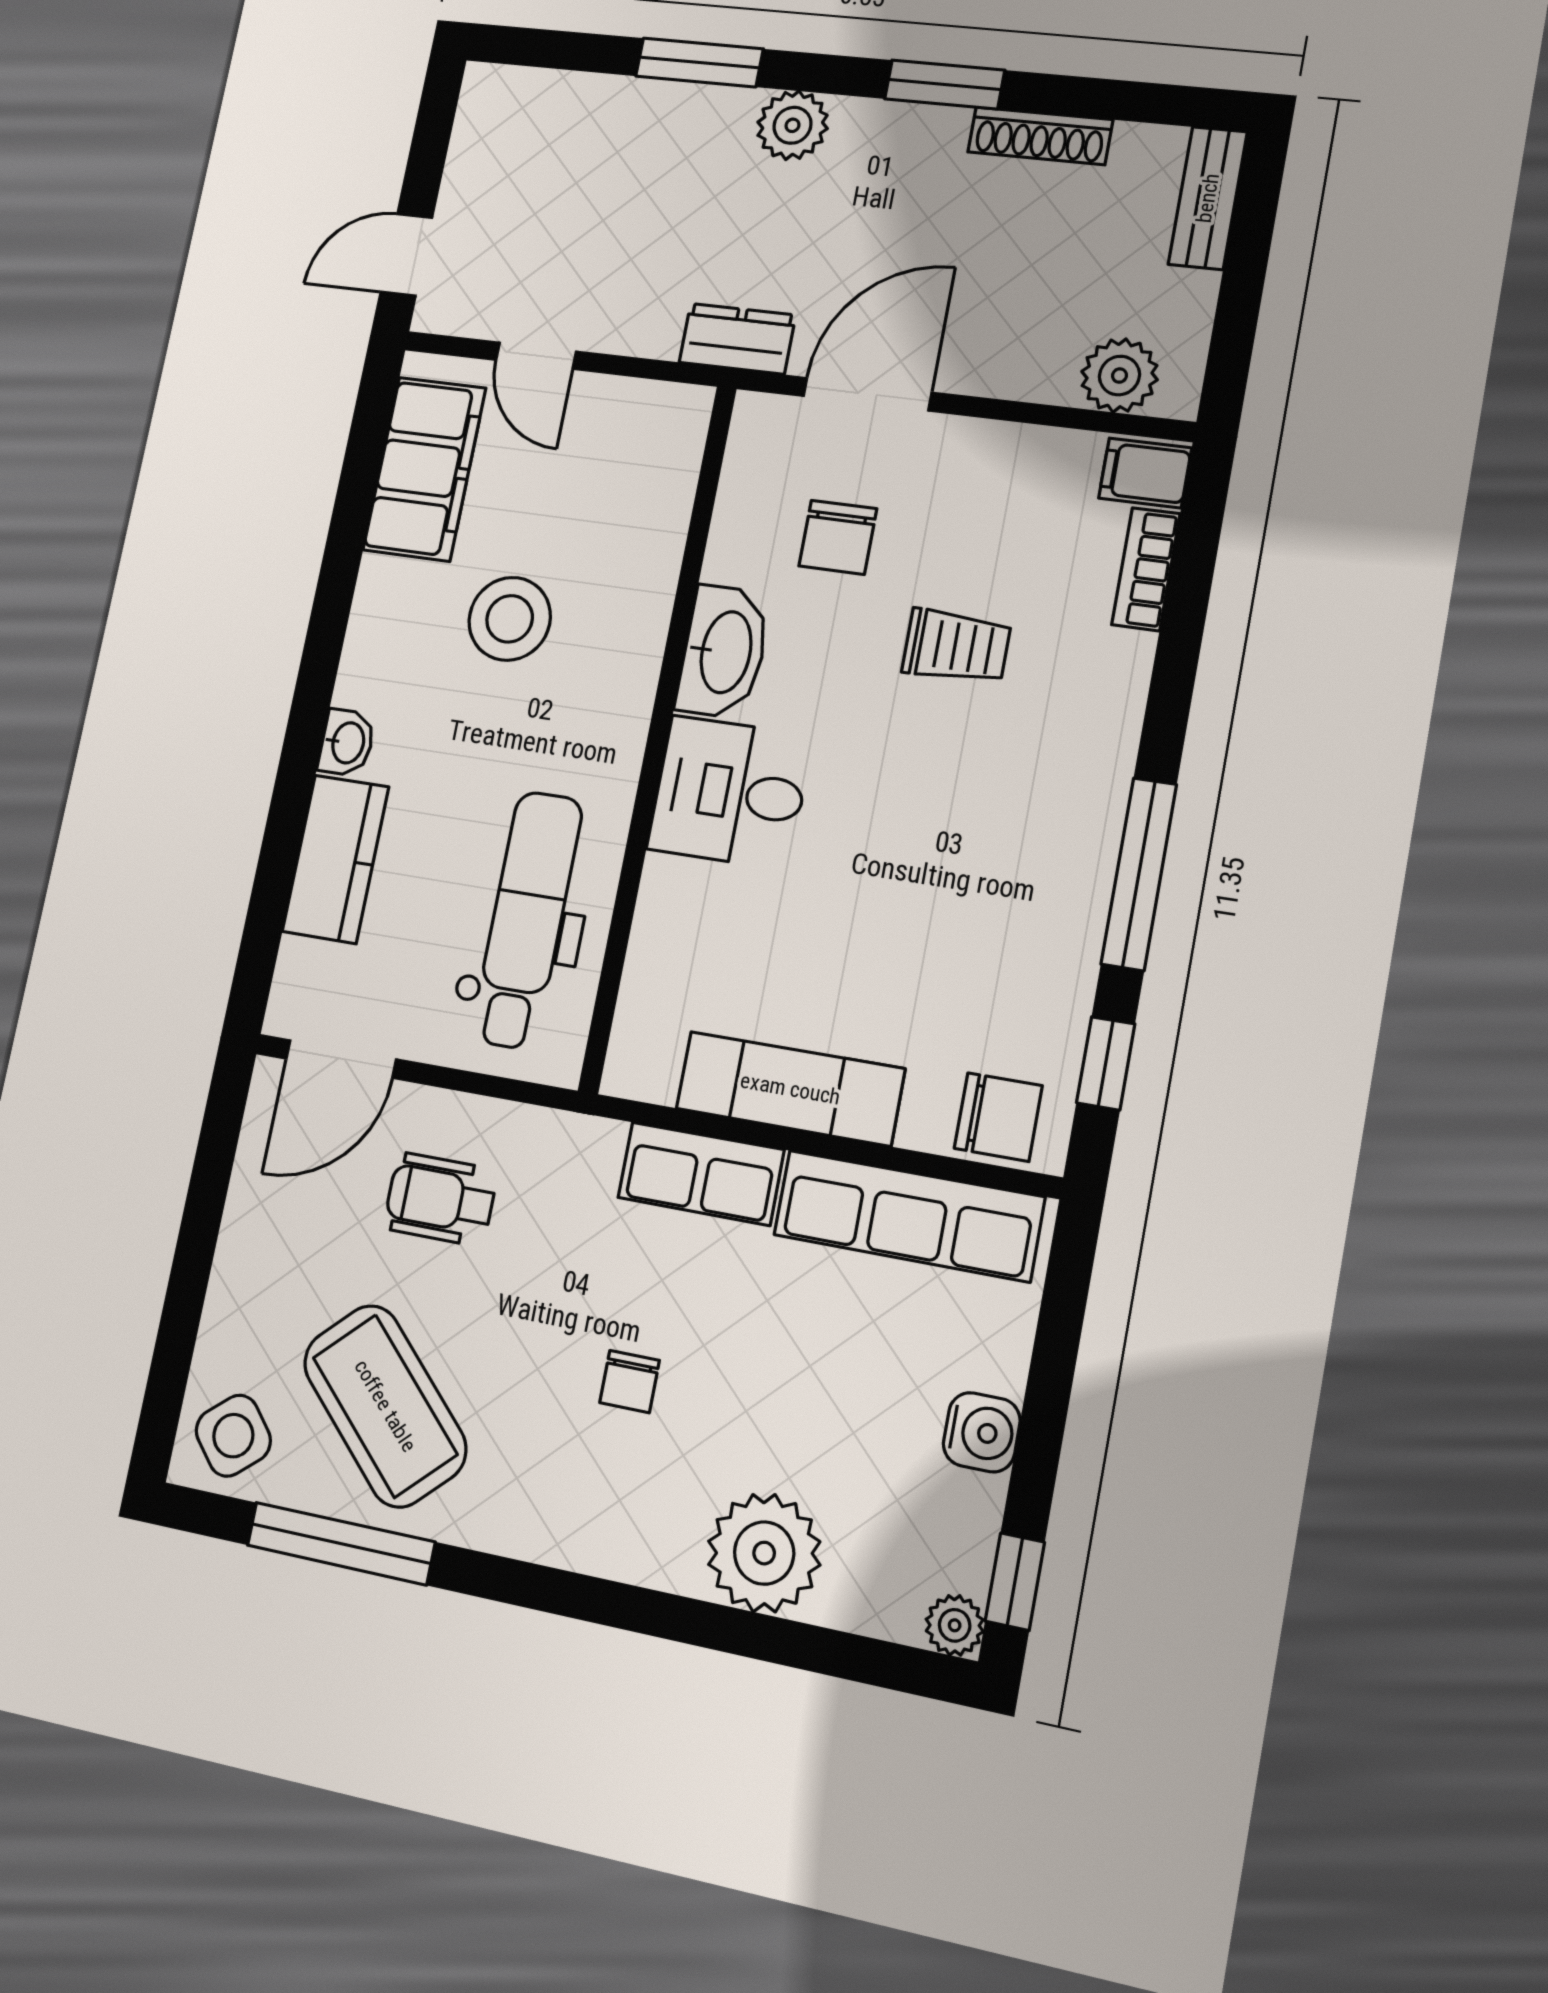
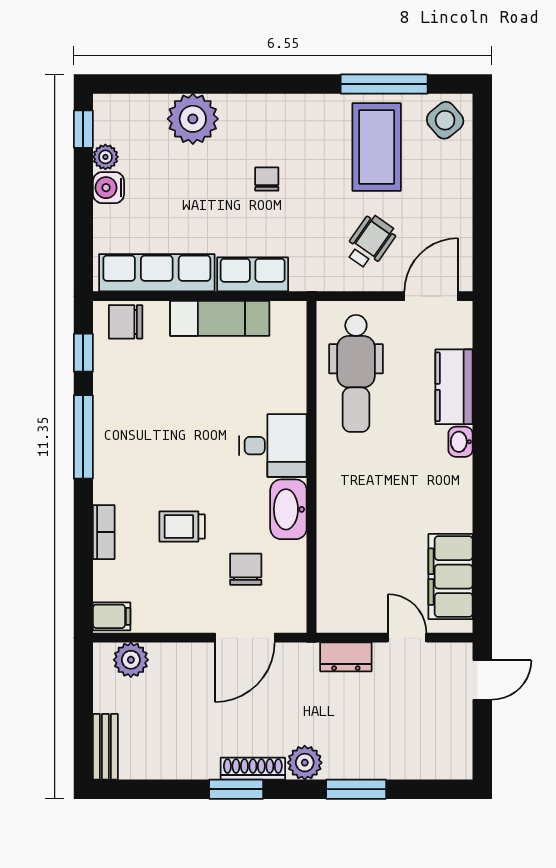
shoe rack: (1040, 136) -> (253, 769), moved
dresser: (737, 339) -> (346, 657), moved
bookcase: (1146, 569) -> (104, 532), moved
stool: (510, 619) -> (394, 511), removed
wheelchair: (440, 1199) -> (370, 242), turned -55
coffee table: (385, 1406) -> (377, 147), turned 44
plant: (955, 1625) -> (105, 157), moved

